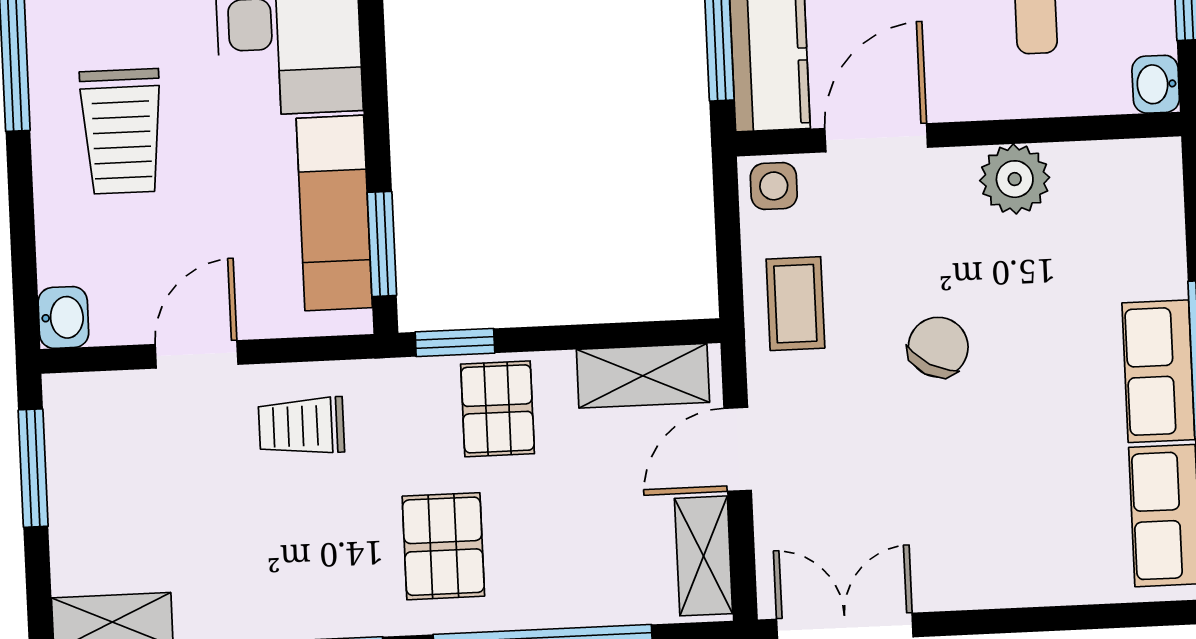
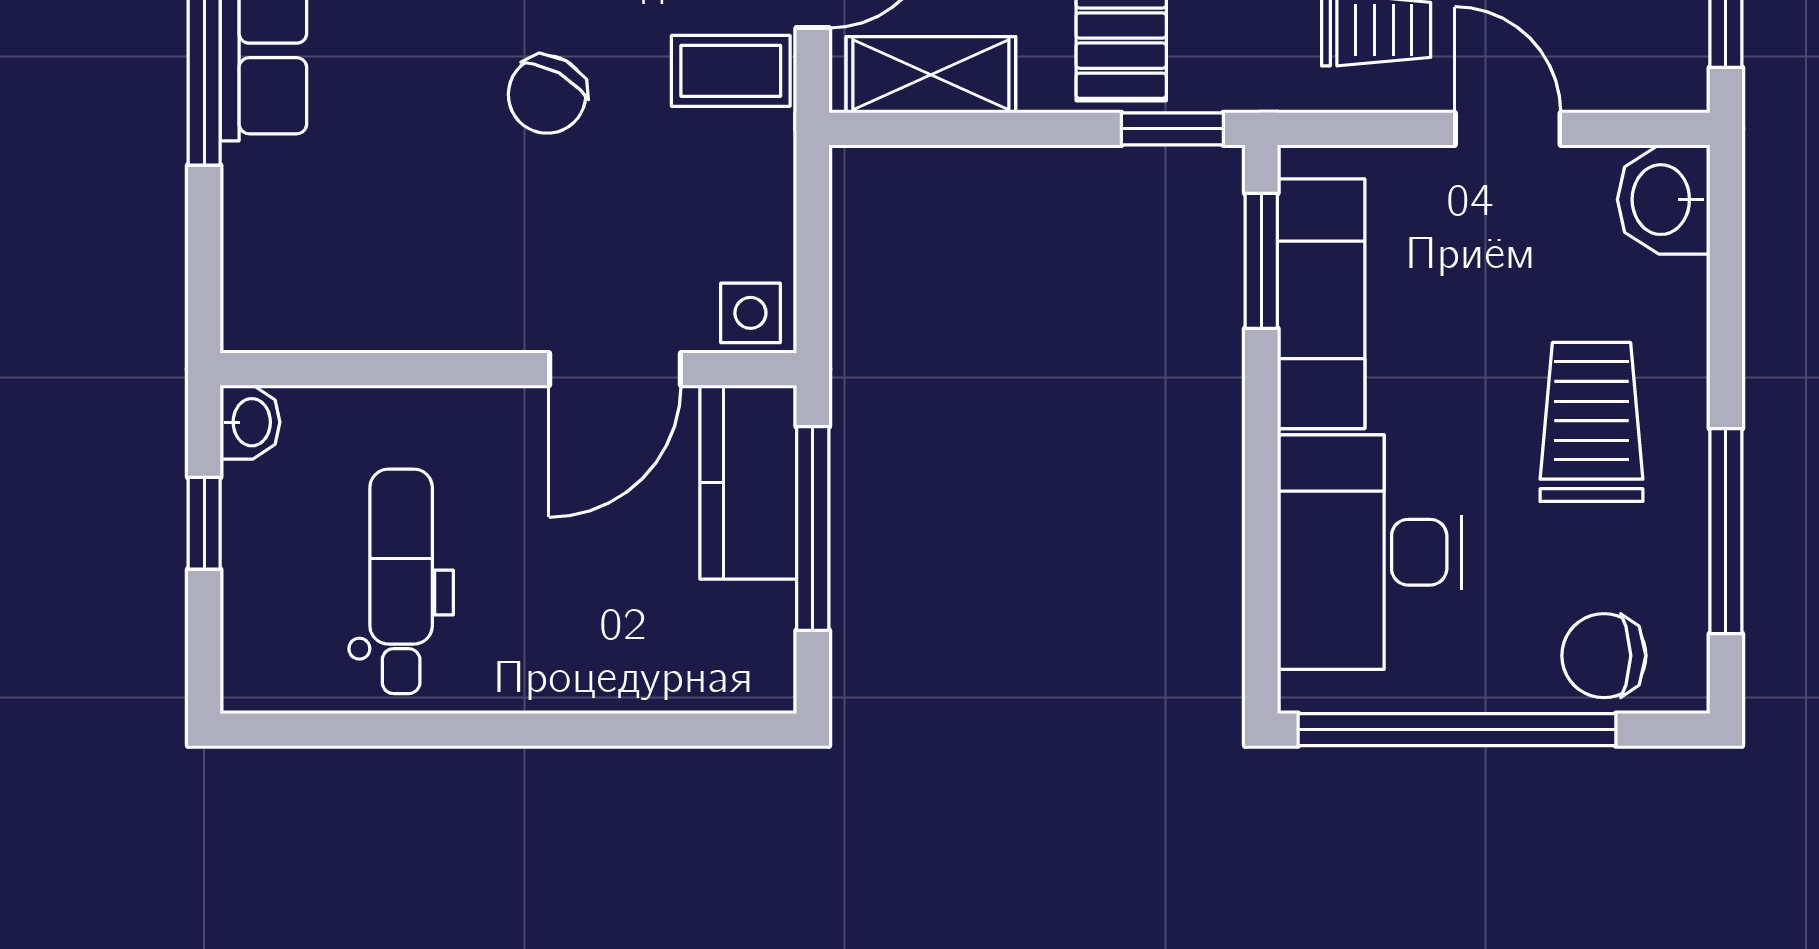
plant: (1015, 179) -> (438, 308), removed
coffee table: (795, 304) -> (731, 71), moved, turned 90
washbasin: (63, 317) -> (1664, 200), width x1.38, depth x1.45
door: (197, 354) -> (1508, 129), swing flipped

